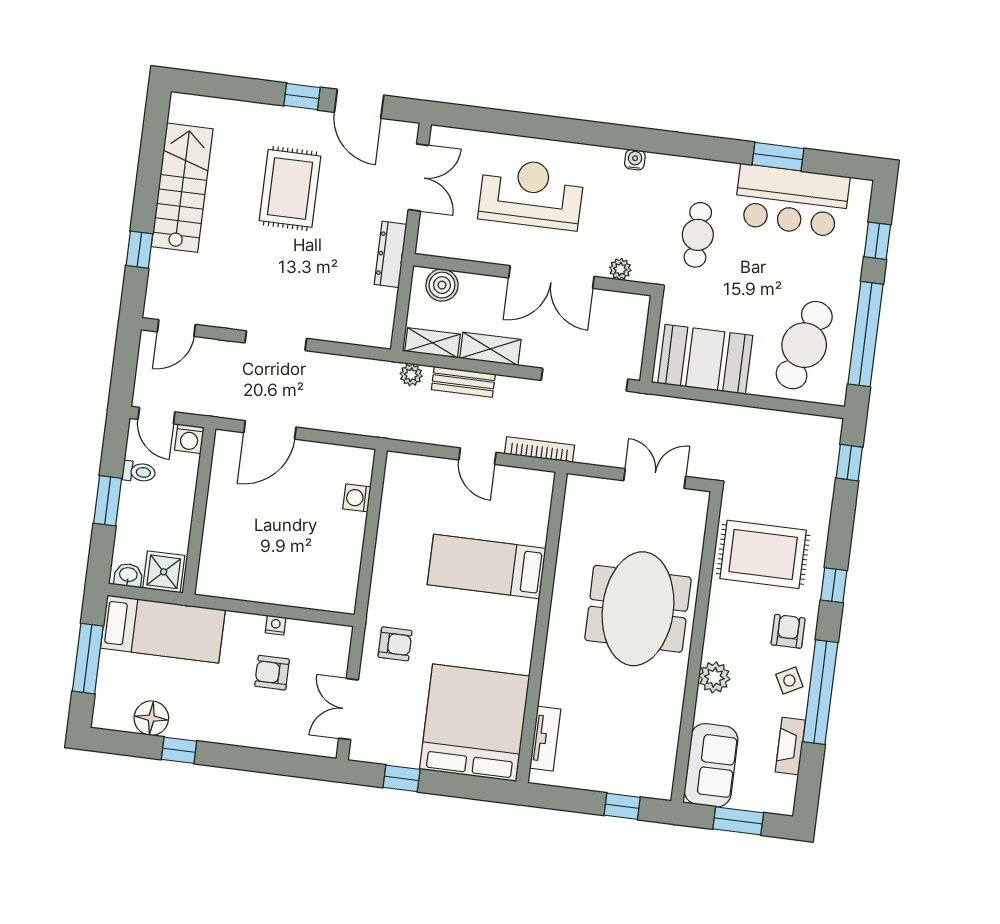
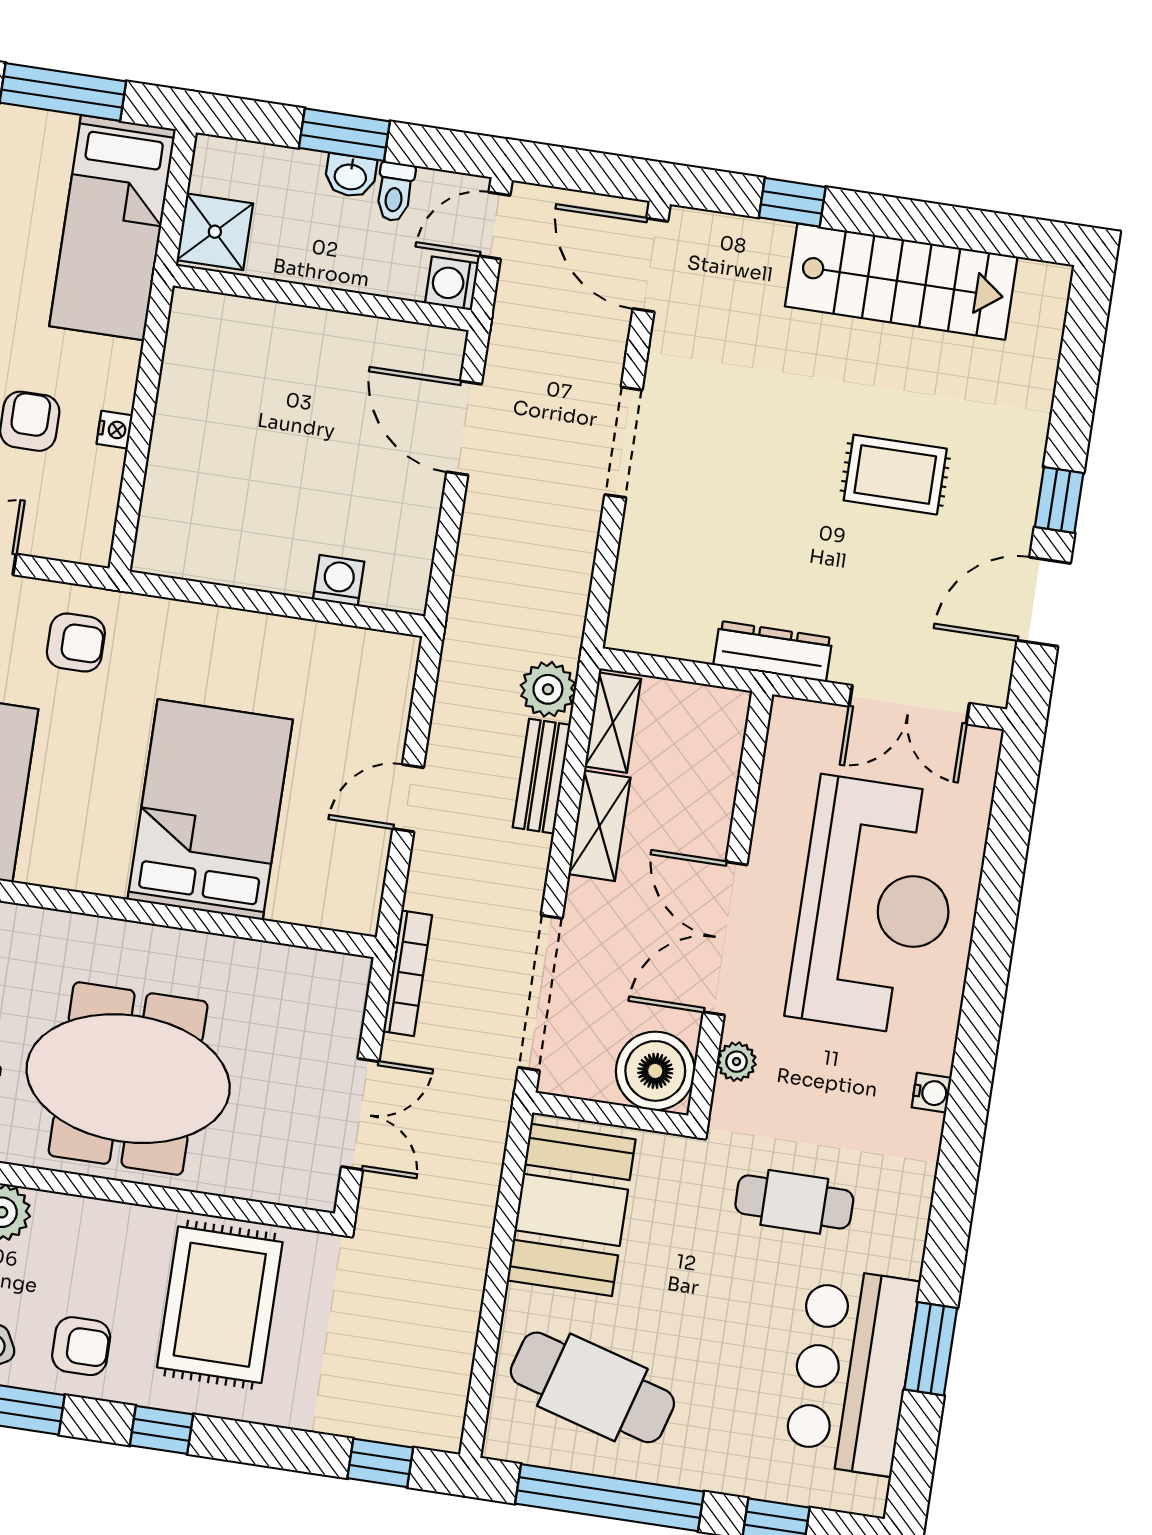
rug: (290, 188) -> (895, 475), width x0.73, depth x0.70
reception desk: (531, 194) -> (875, 906), width x1.36, depth x1.30
boiler: (442, 285) -> (655, 1071), moved, width x1.37, depth x1.37
door: (176, 328) -> (650, 265), width x1.38
plant: (411, 375) -> (548, 689), width x1.38, depth x1.38
bookcase: (539, 450) -> (408, 973), moved
bed: (487, 567) -> (210, 810), width x1.50
washbasin: (128, 575) -> (350, 176), moved, turned 90
armchair: (395, 644) -> (76, 642), turned -90

